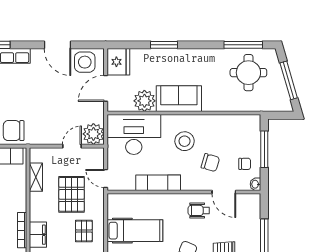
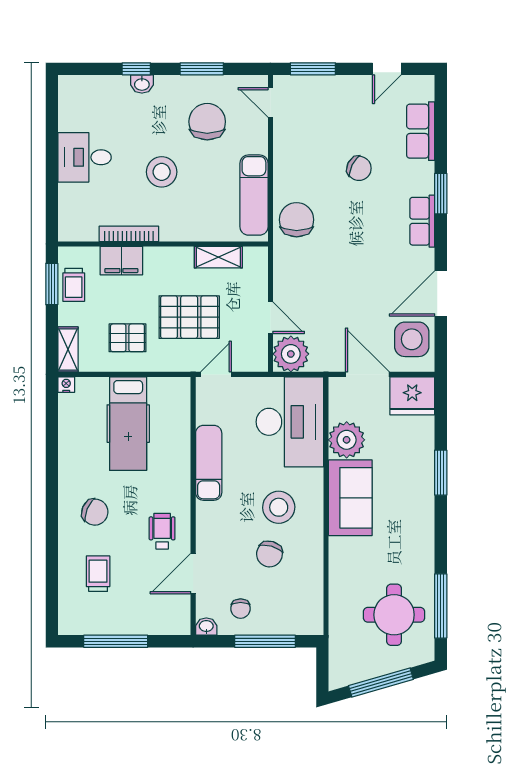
chair: (210, 163) -> (269, 554), moved

